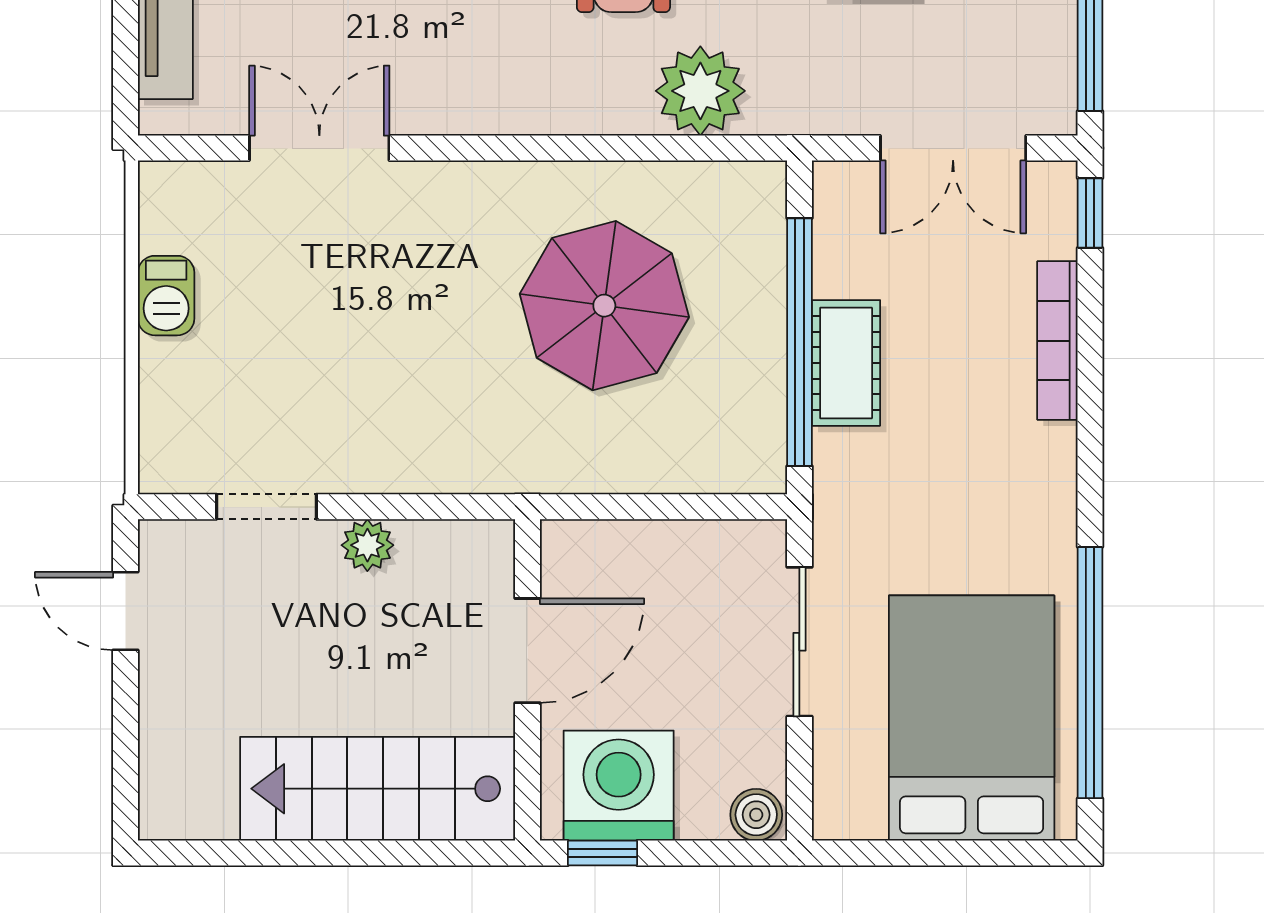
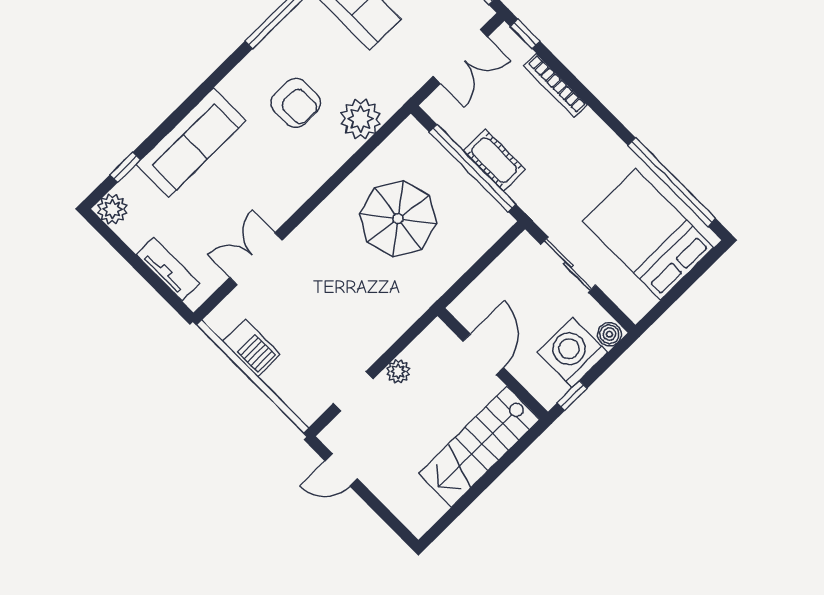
barbecue: (166, 296) -> (251, 348), width x1.38, depth x1.27
washing machine: (619, 786) -> (572, 352), moved

